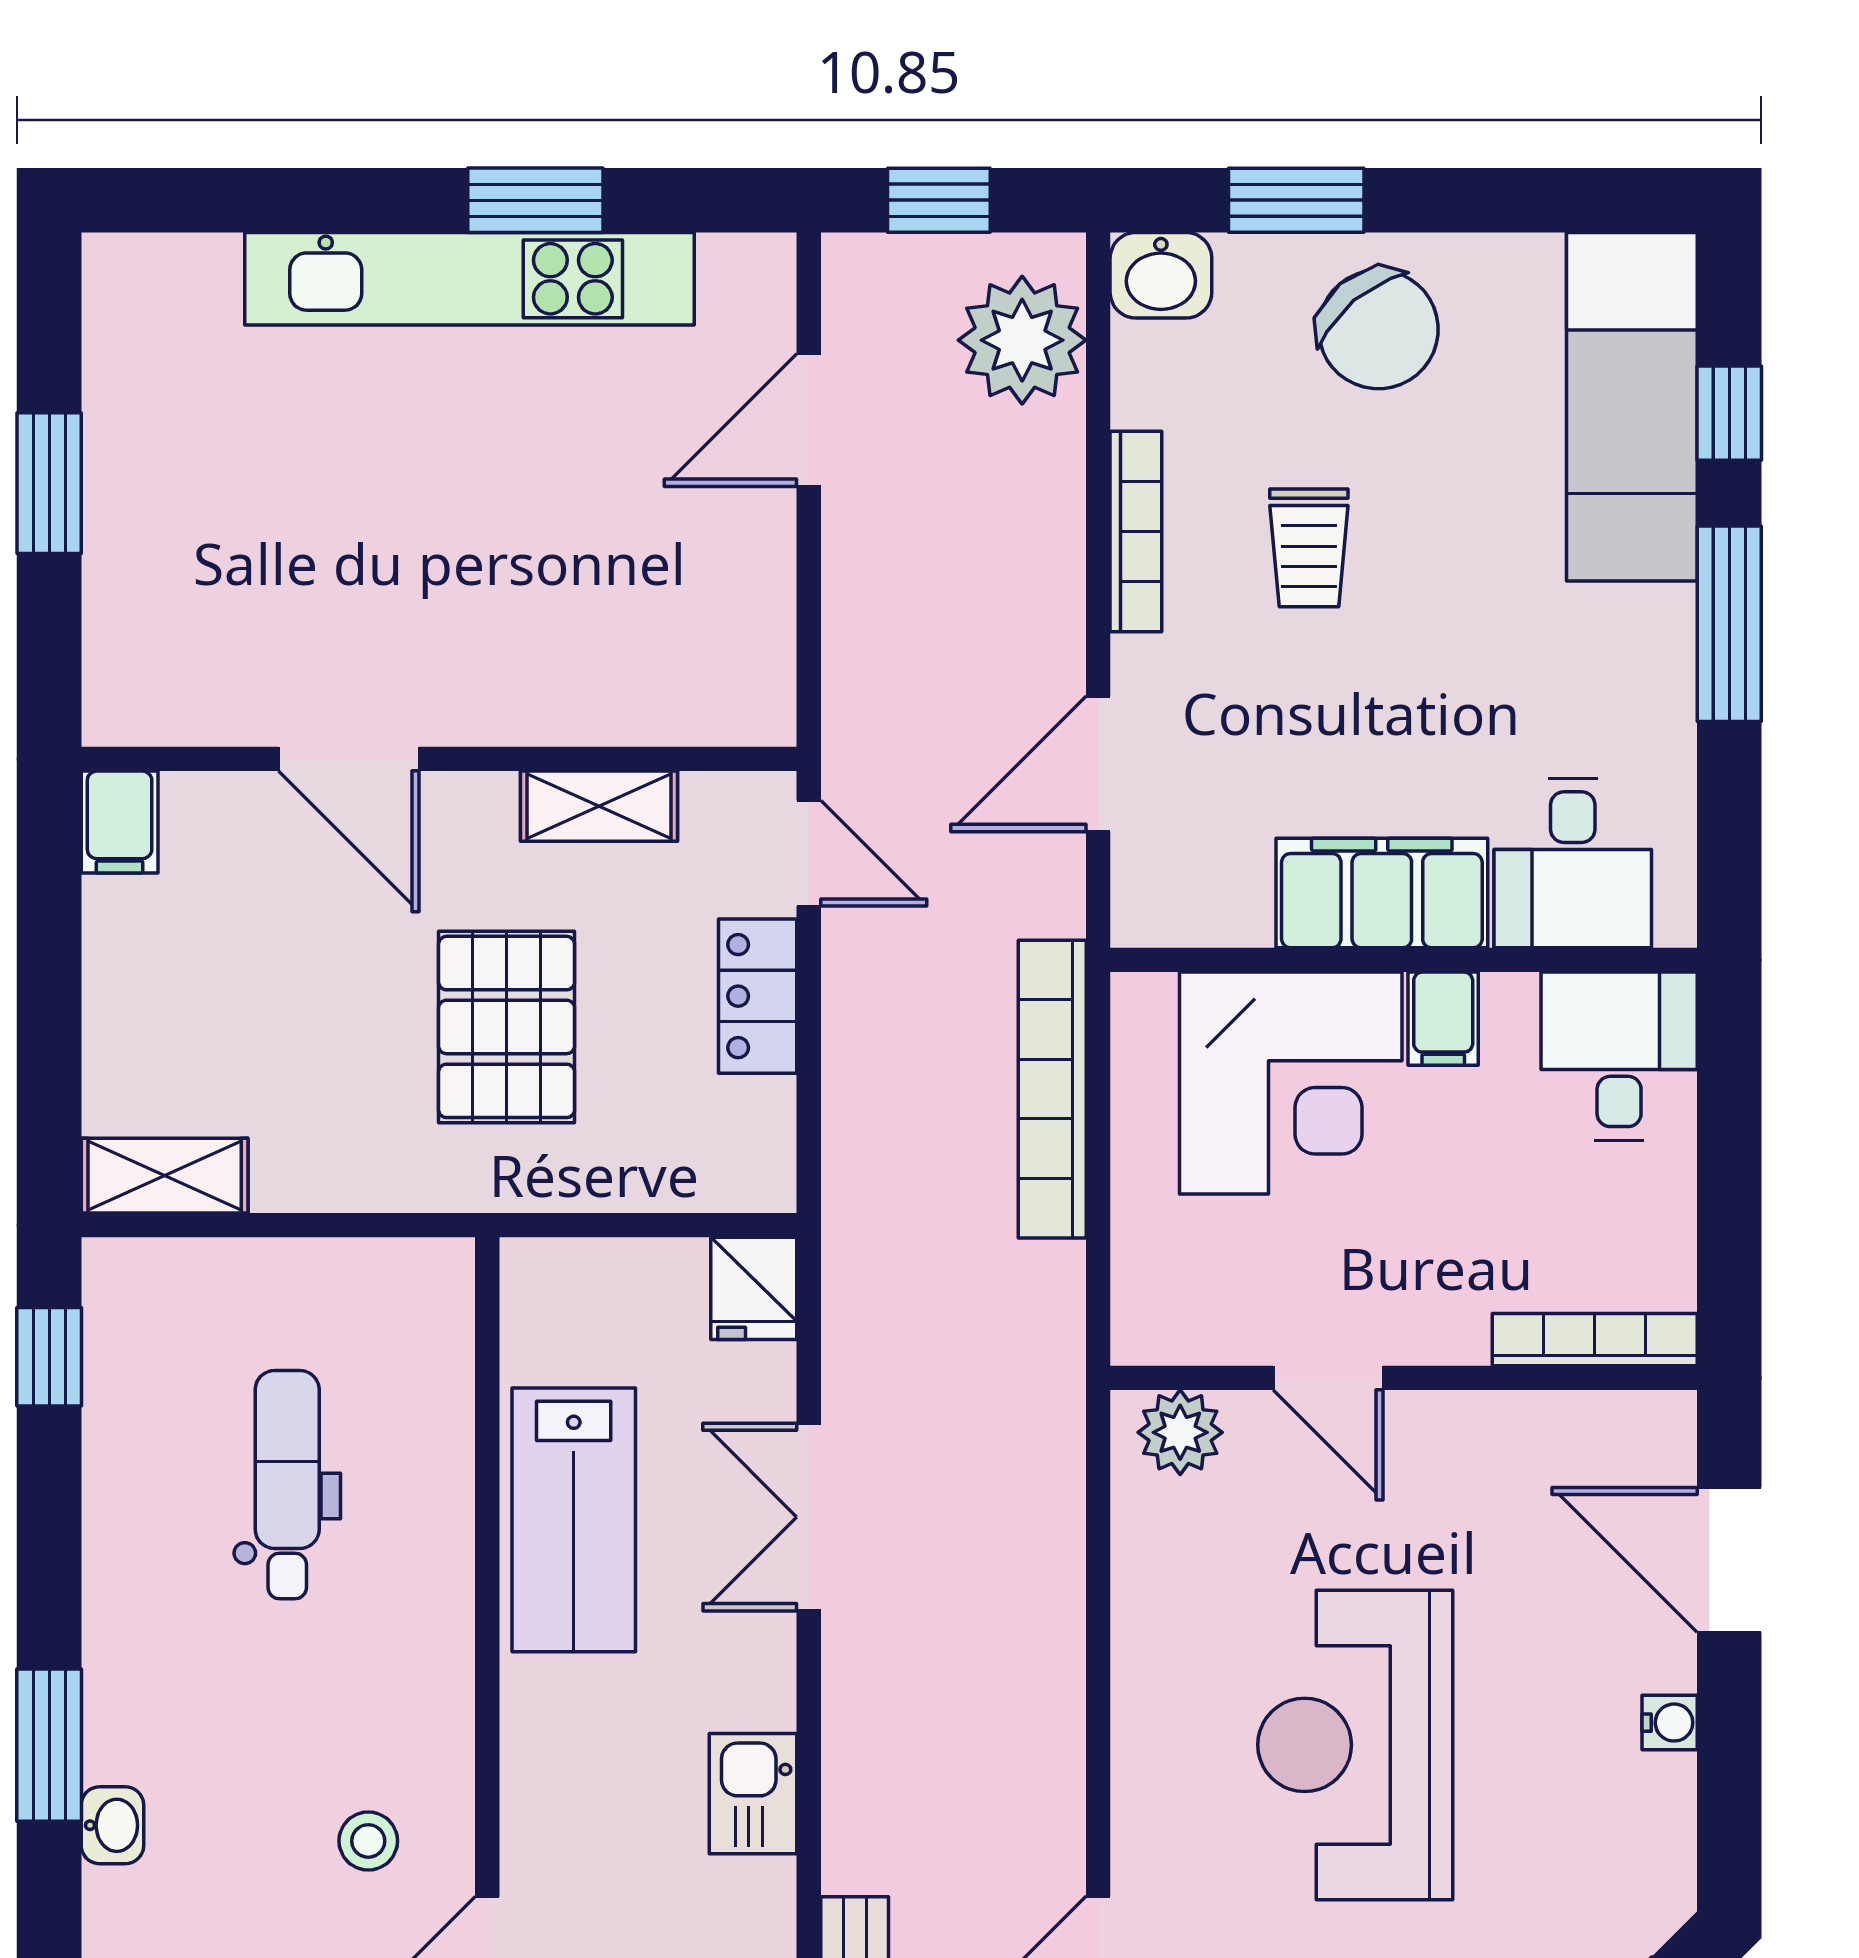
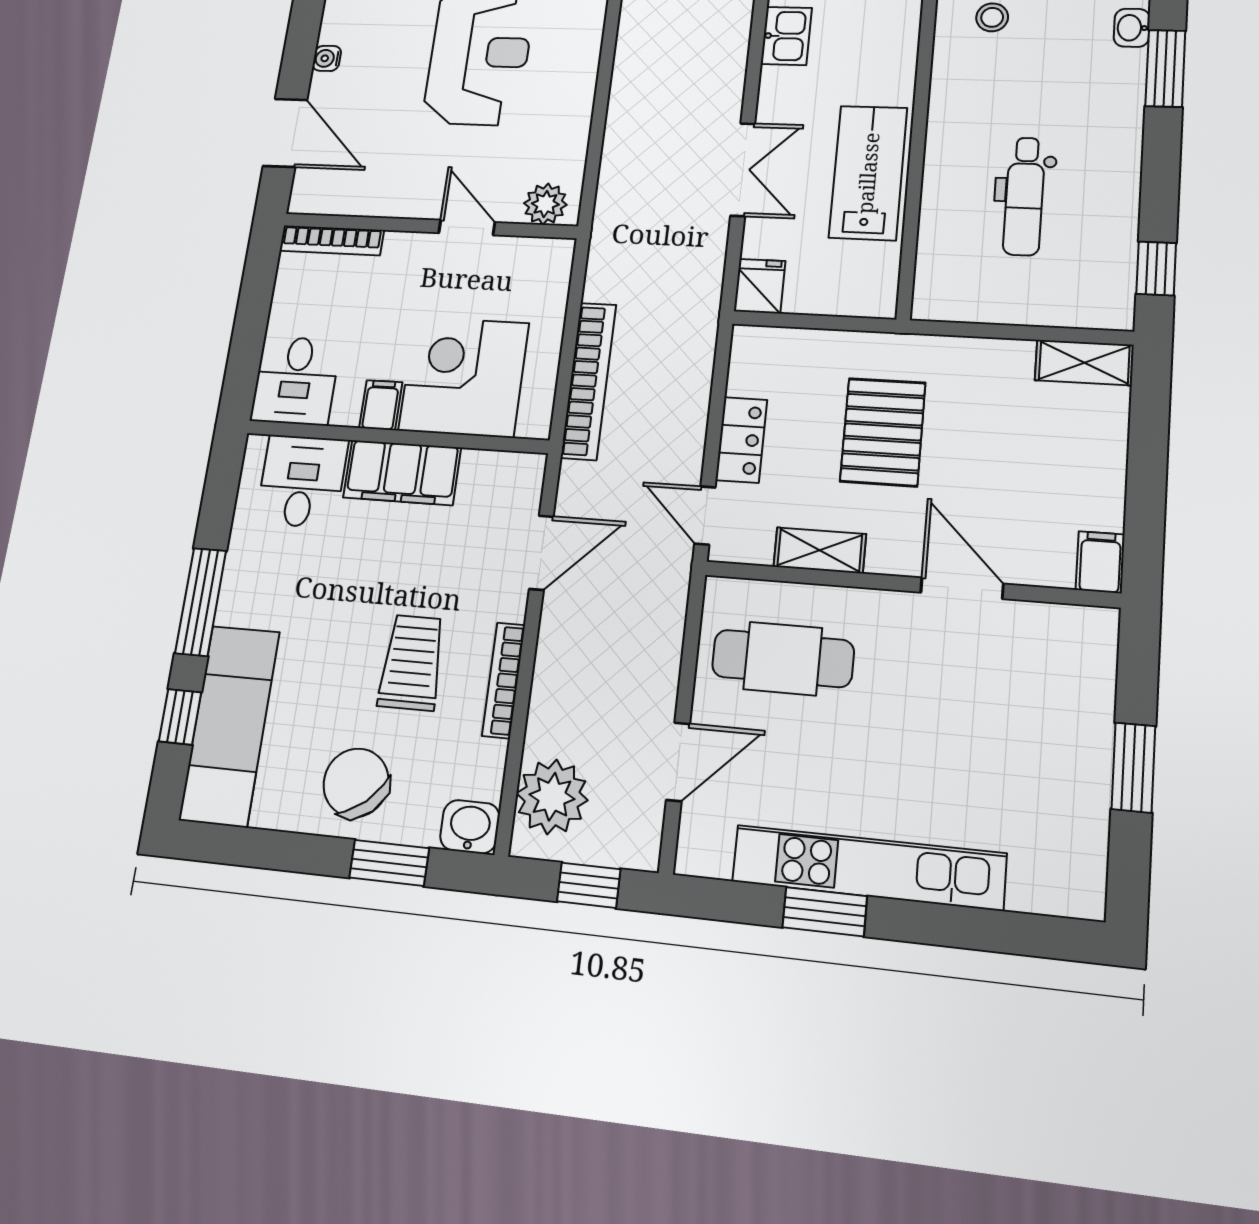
trolley: (1309, 548) -> (412, 663), width x1.36, depth x1.39
cafe table: (645, 612) -> (783, 659), added

